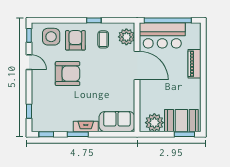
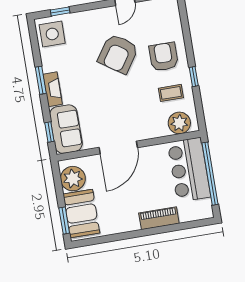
side table: (51, 37) -> (52, 34), moved
armchair: (75, 40) -> (164, 57), turned -90
door: (137, 66) -> (118, 147), moved
armchair: (68, 74) -> (118, 54), turned 34
window: (46, 134) -> (49, 132), moved

